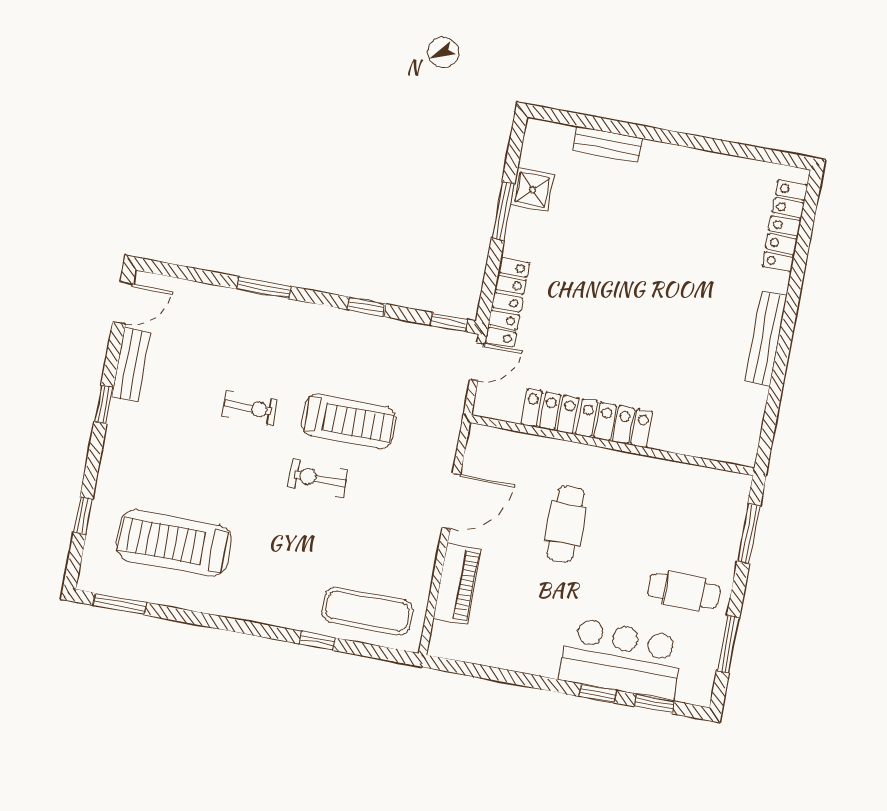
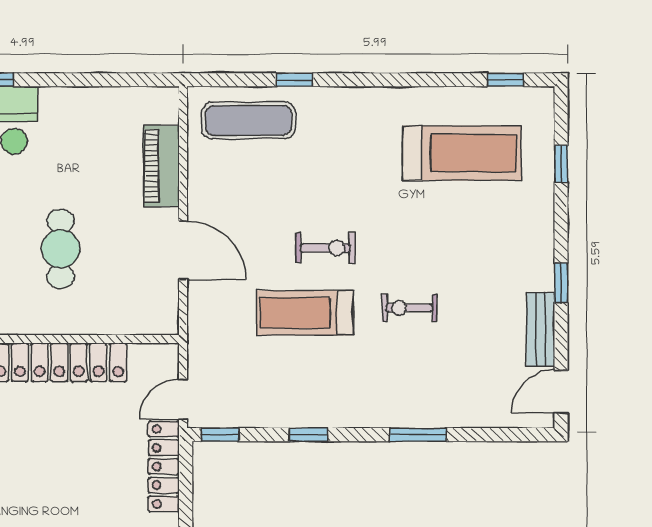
door: (451, 501) -> (183, 250), swing flipped
window: (120, 604) -> (506, 80), width x0.67

